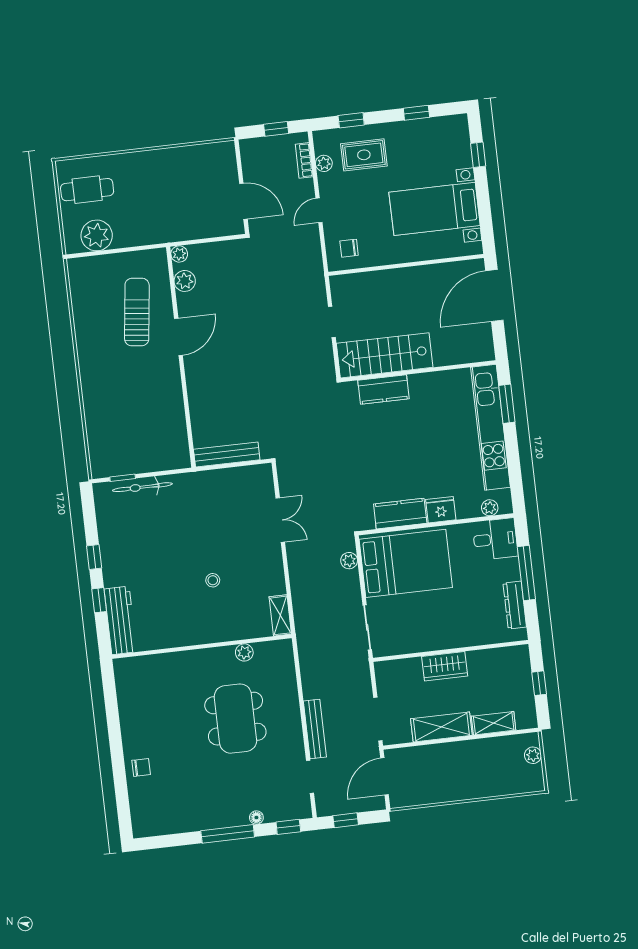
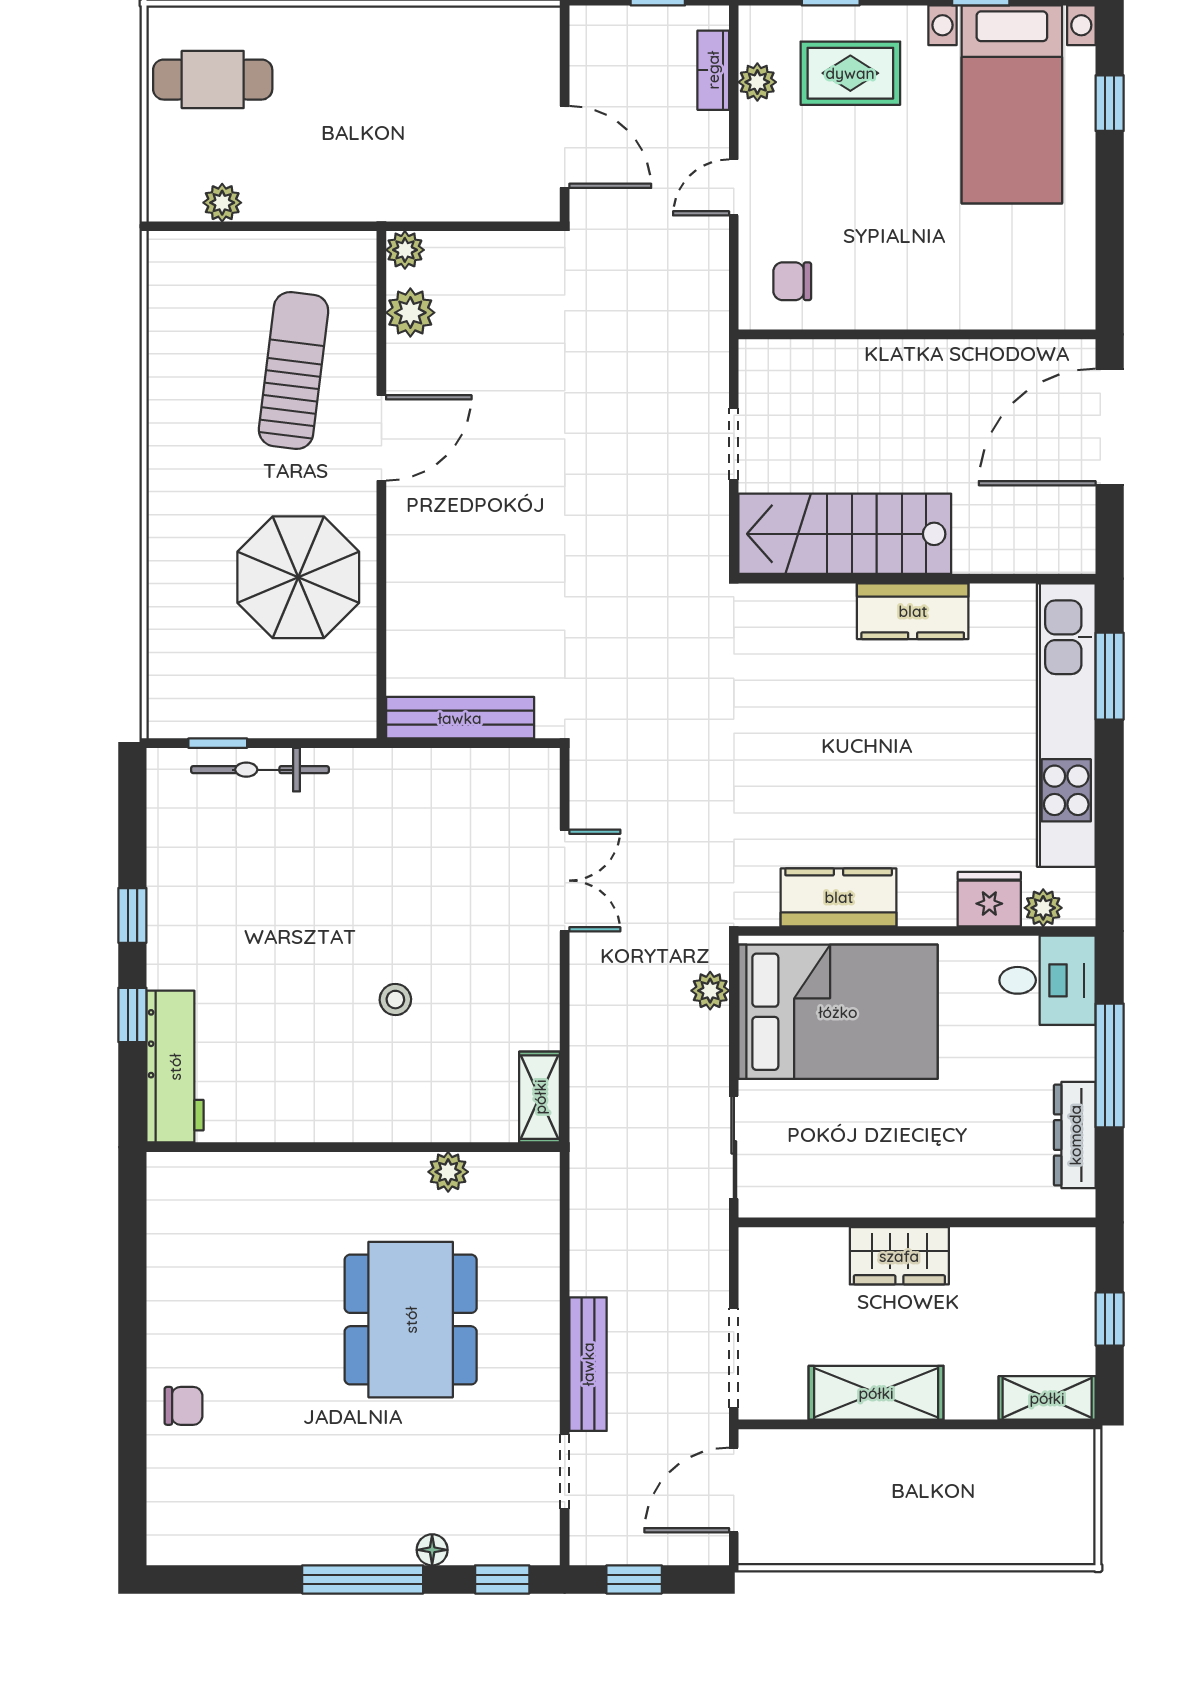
bed with nightstands: (435, 209) -> (1012, 104), moved, turned -90
plant: (97, 235) -> (222, 203), width x0.53, depth x0.53
kitchen counter: (383, 390) -> (913, 611), moved
parasol: (149, 402) -> (298, 577), added
fridge: (441, 510) -> (989, 899), moved
shelving: (494, 723) -> (1047, 1398), moved
plant: (533, 755) -> (1076, 1481), removed

